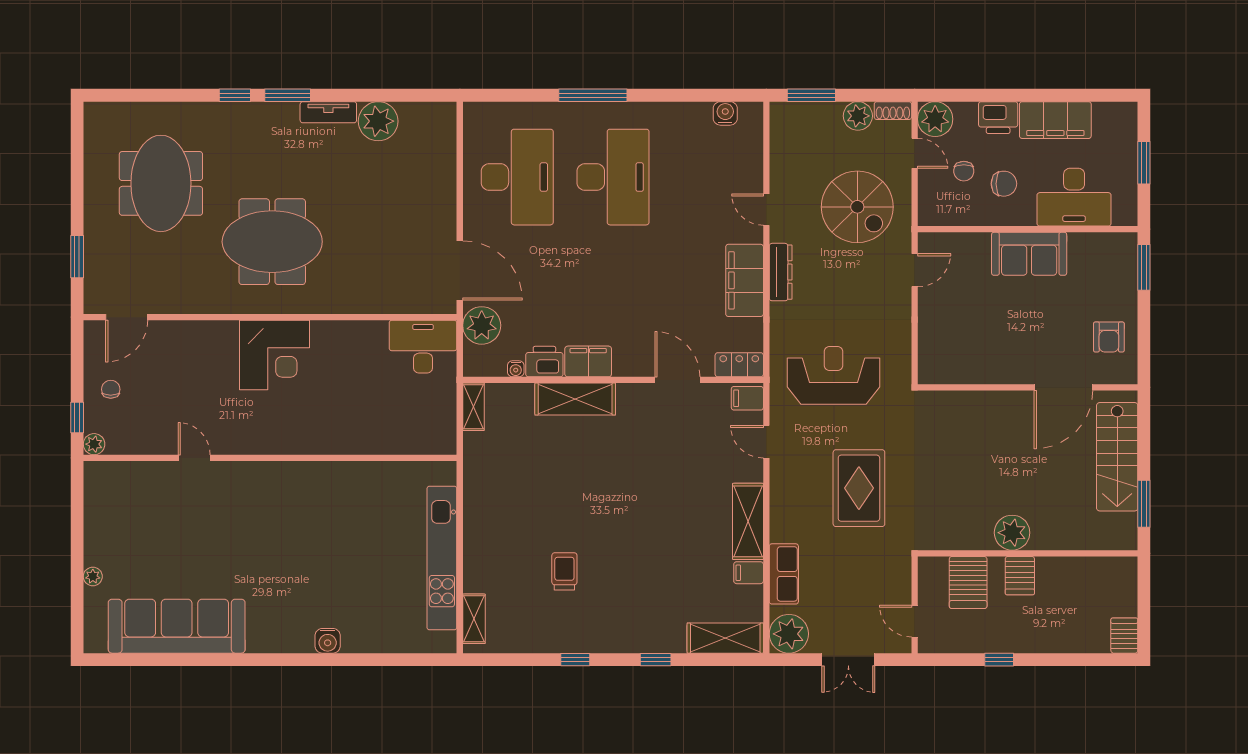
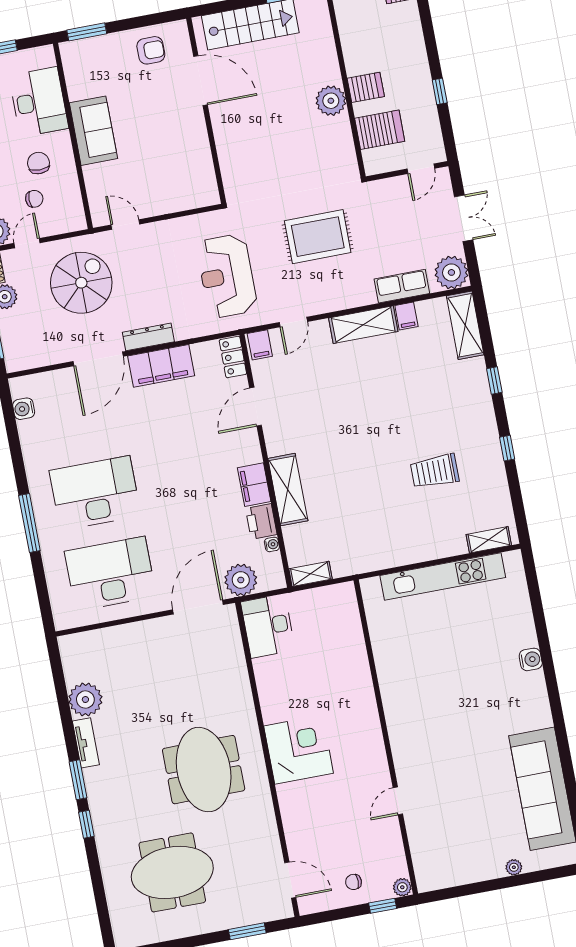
door: (766, 210) -> (98, 359), width x1.88
trolley: (564, 571) -> (435, 471), width x1.36, depth x1.39

